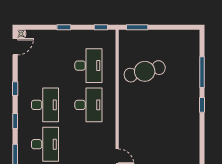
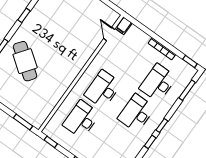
cafe table: (145, 71) -> (25, 61), moved, turned 51
window: (202, 105) -> (24, 15), moved
window: (15, 121) -> (162, 126), moved

